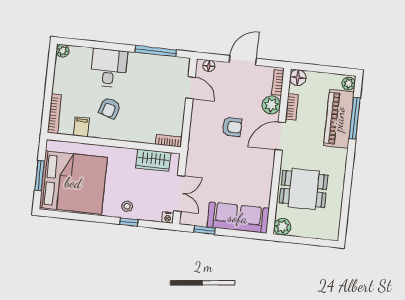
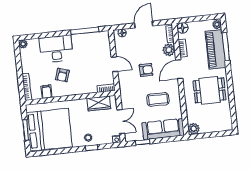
desk: (109, 68) -> (56, 49), width x1.37
door: (191, 88) -> (115, 64), moved
coffee table: (240, 173) -> (158, 99), added
dining table: (304, 189) -> (209, 90), moved

